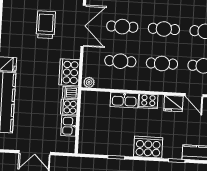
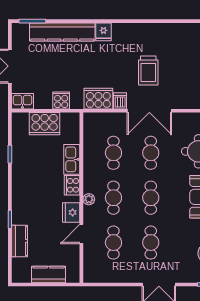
trolley: (46, 25) -> (148, 70), turned 90
plant: (89, 82) -> (89, 199), moved
dishwasher: (70, 93) -> (120, 101), moved
kitchen sink: (69, 126) -> (23, 101), moved
cooker: (148, 147) -> (45, 124), moved, turned 90

